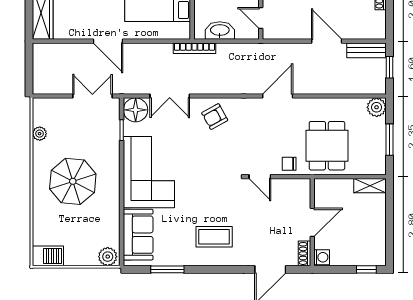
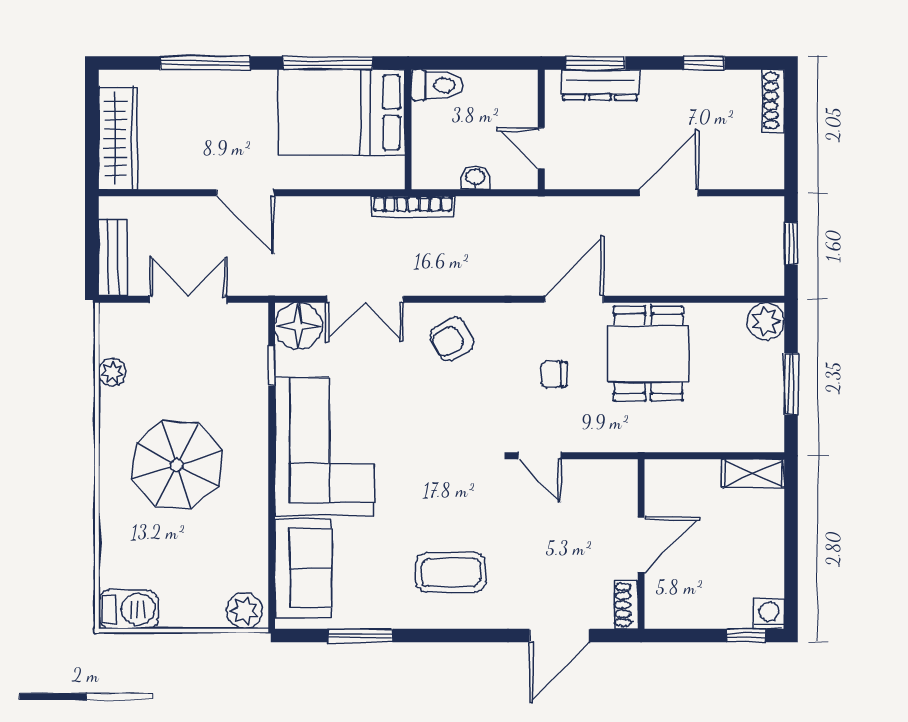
washbasin: (220, 31) -> (475, 178), width x0.52, depth x0.69
door: (327, 41) -> (669, 193), hinge flipped
bench: (366, 50) -> (113, 257), moved, turned 90
double door: (92, 96) -> (188, 299), moved
dining table: (327, 146) -> (648, 354), moved
chair: (289, 164) -> (554, 374), moved
washing machine: (322, 257) -> (769, 614), moved, turned -90

